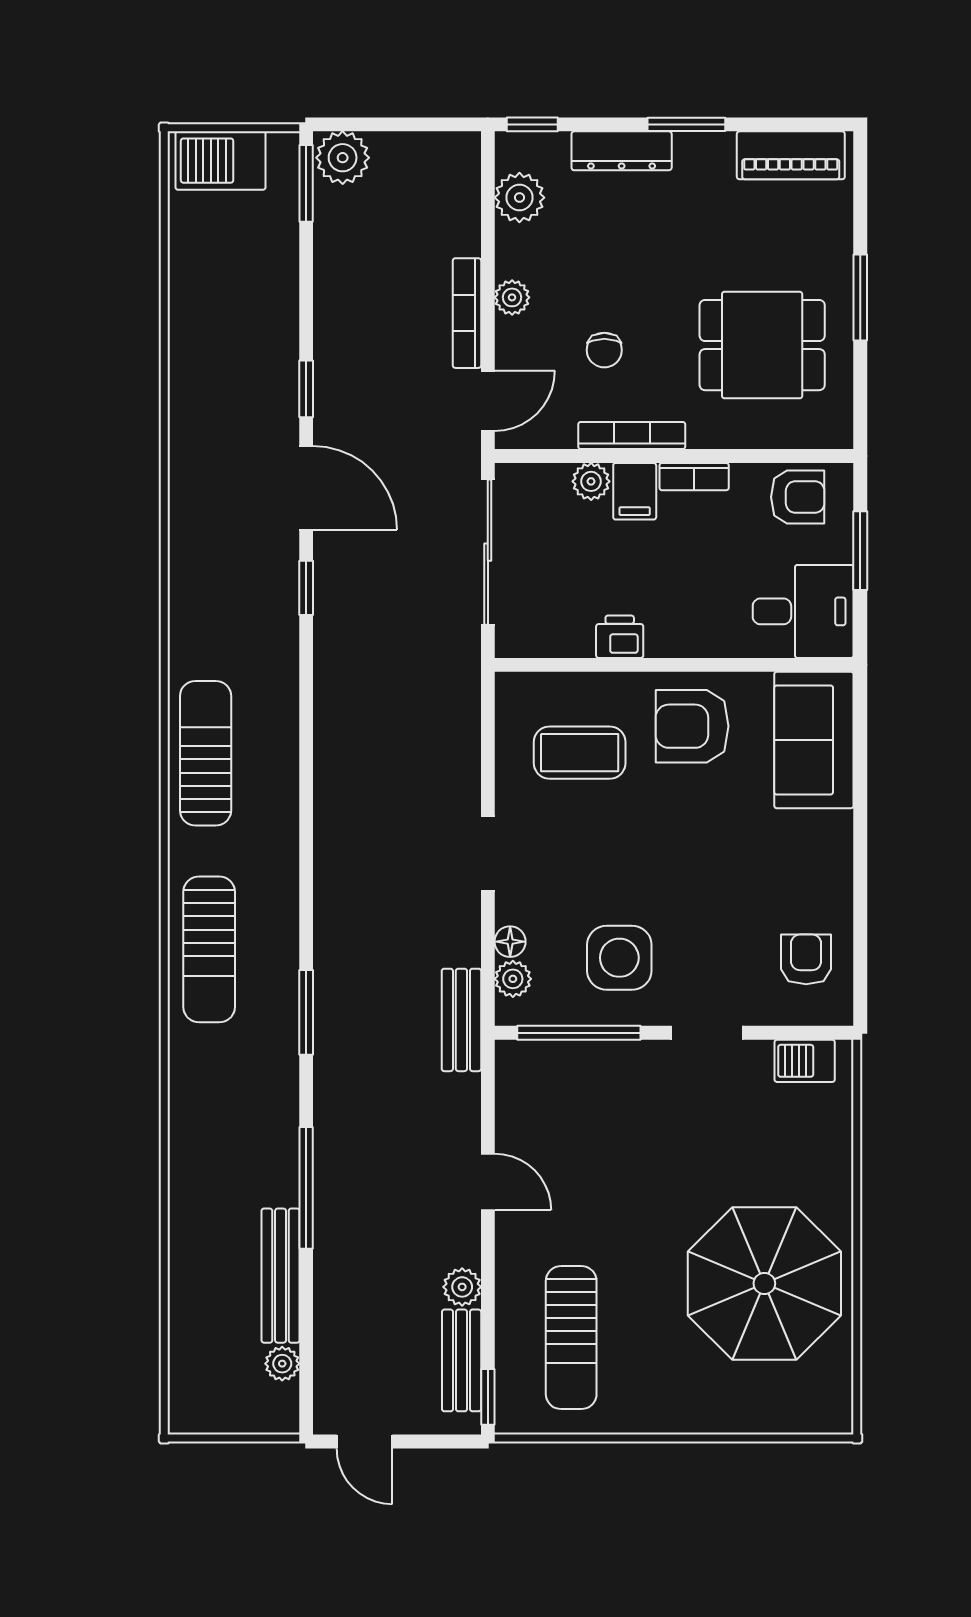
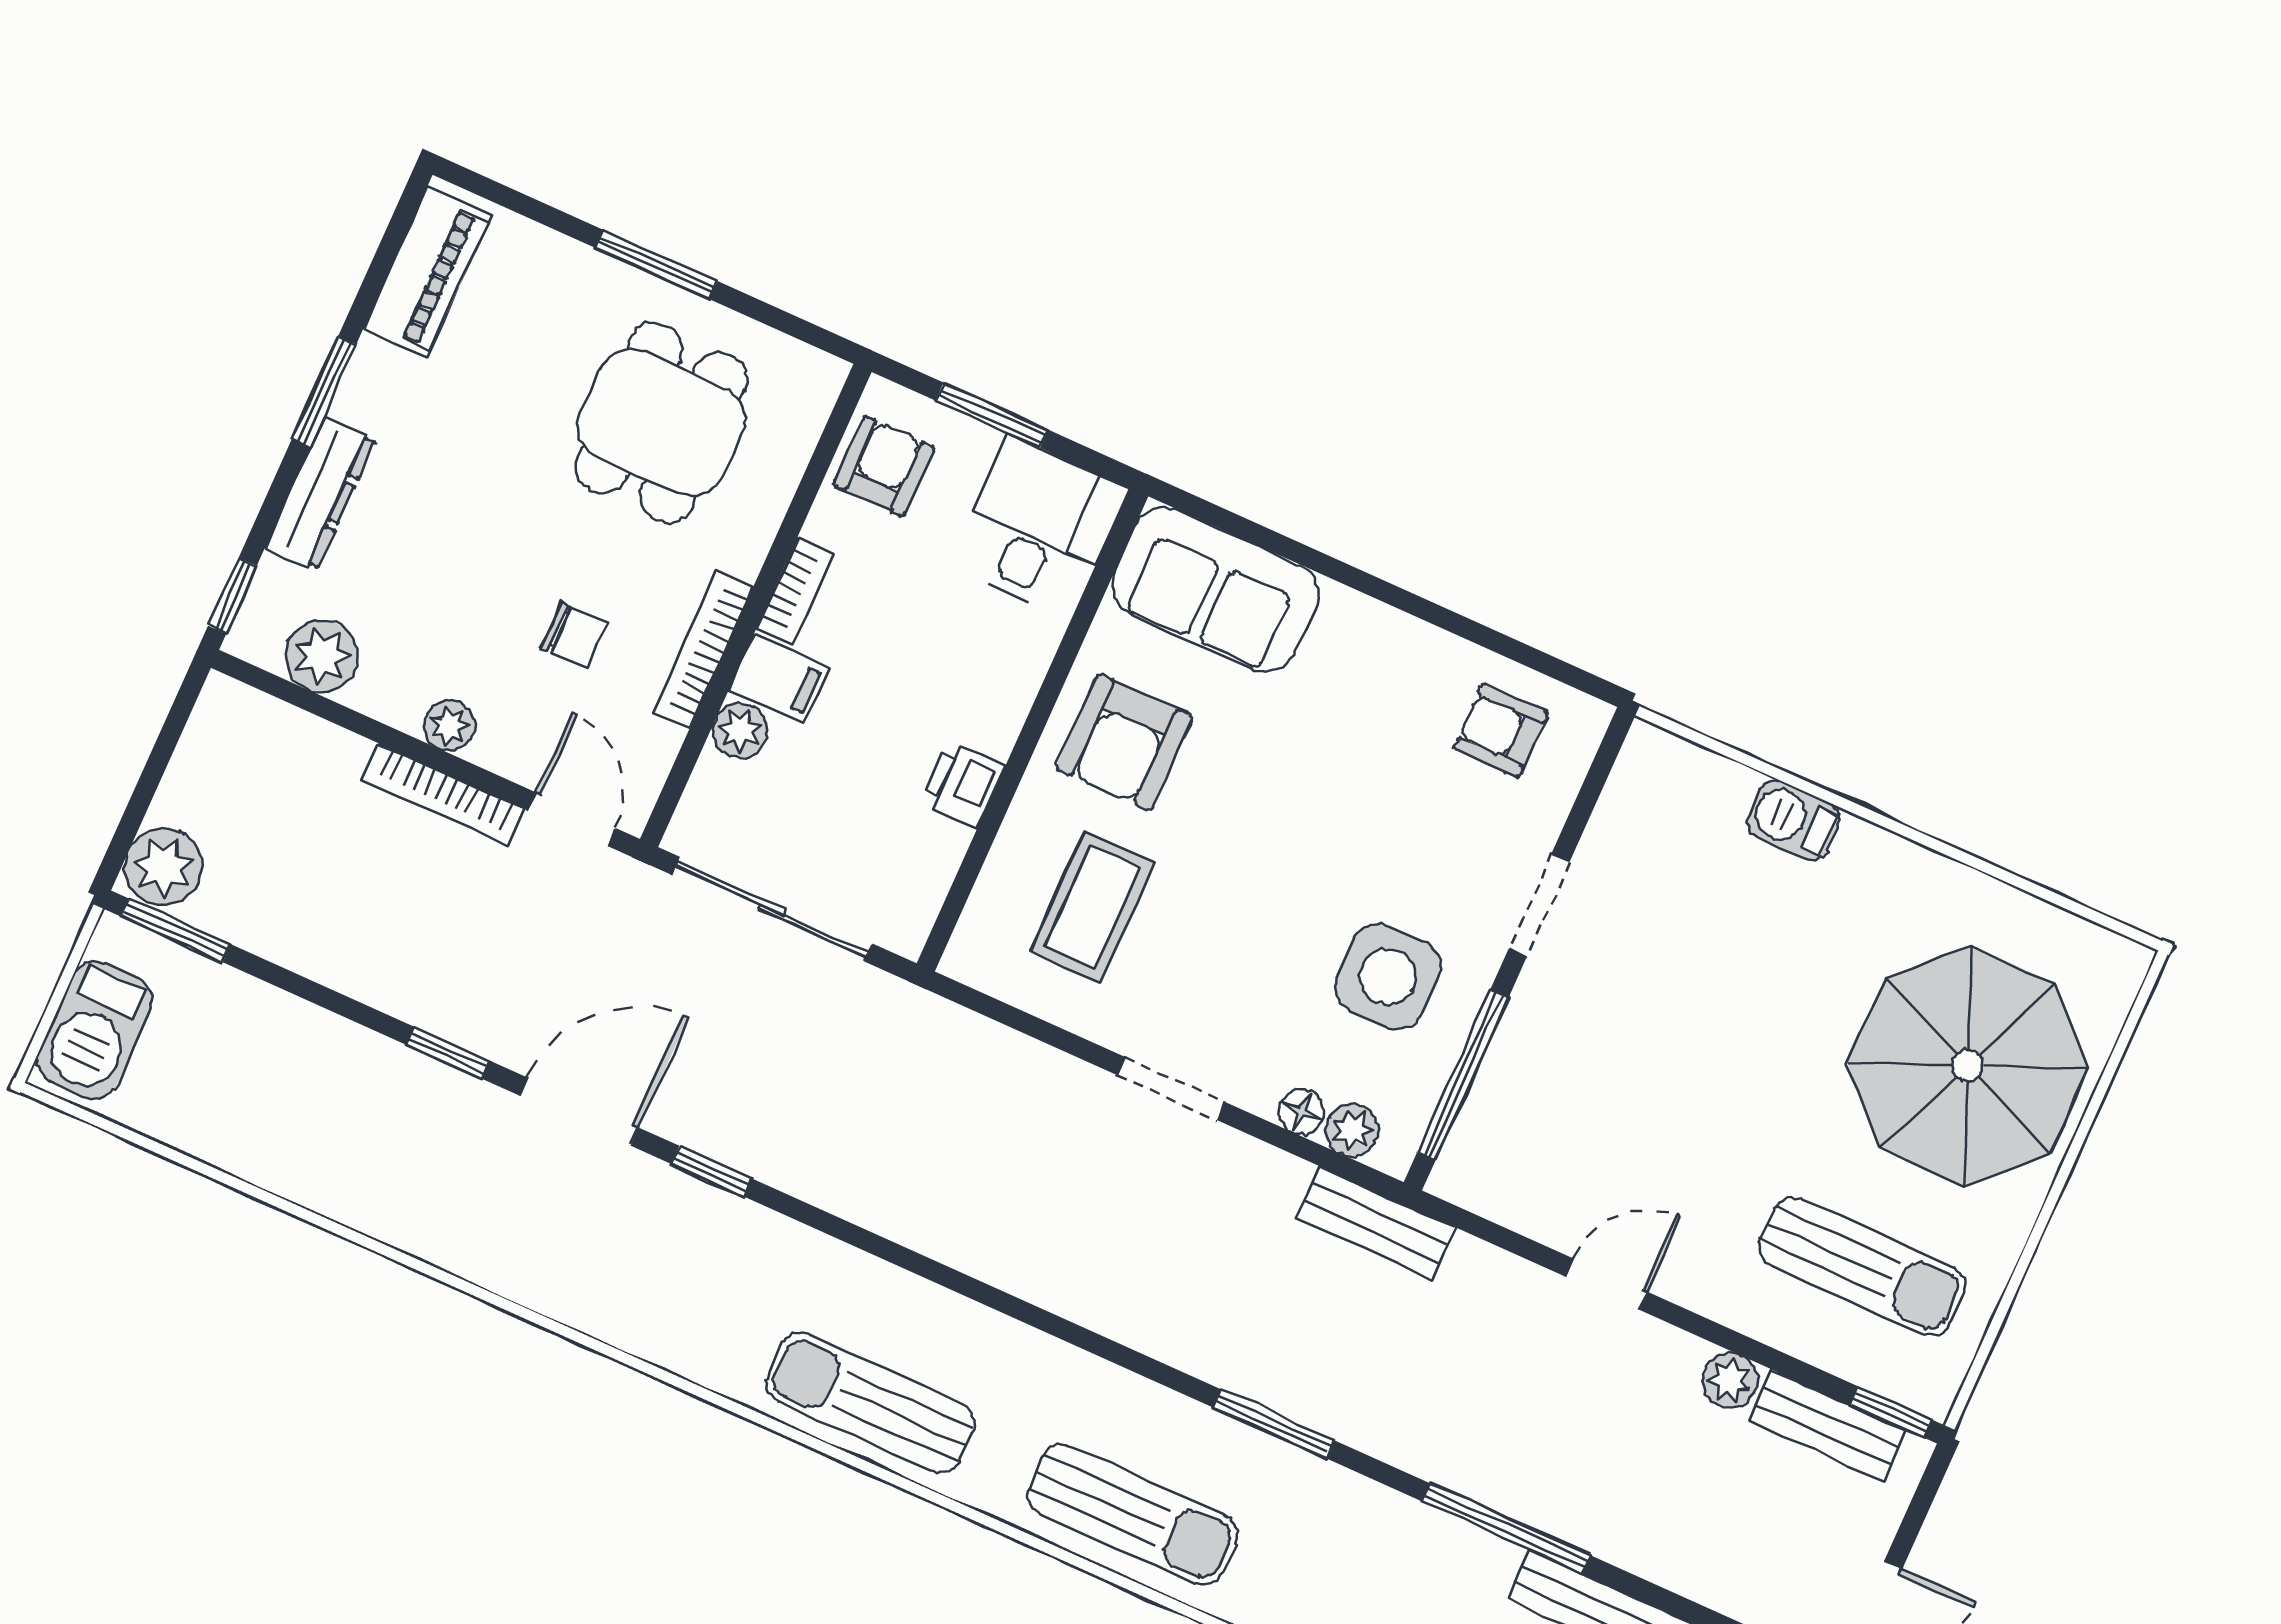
barbecue: (805, 1061) -> (1794, 820), moved, turned 90
parasol: (764, 1283) -> (1968, 1066), moved

